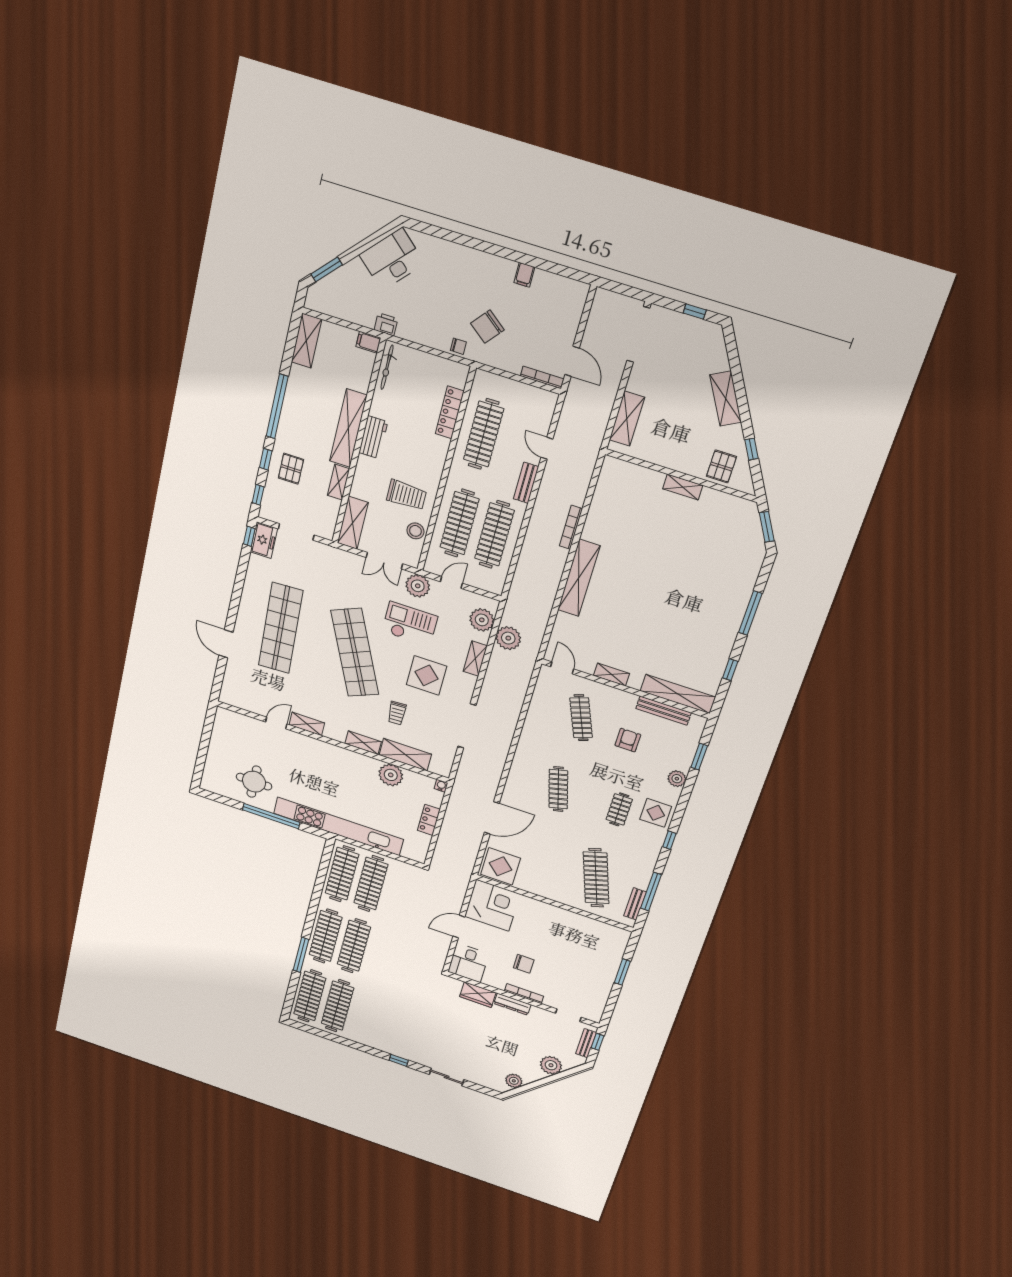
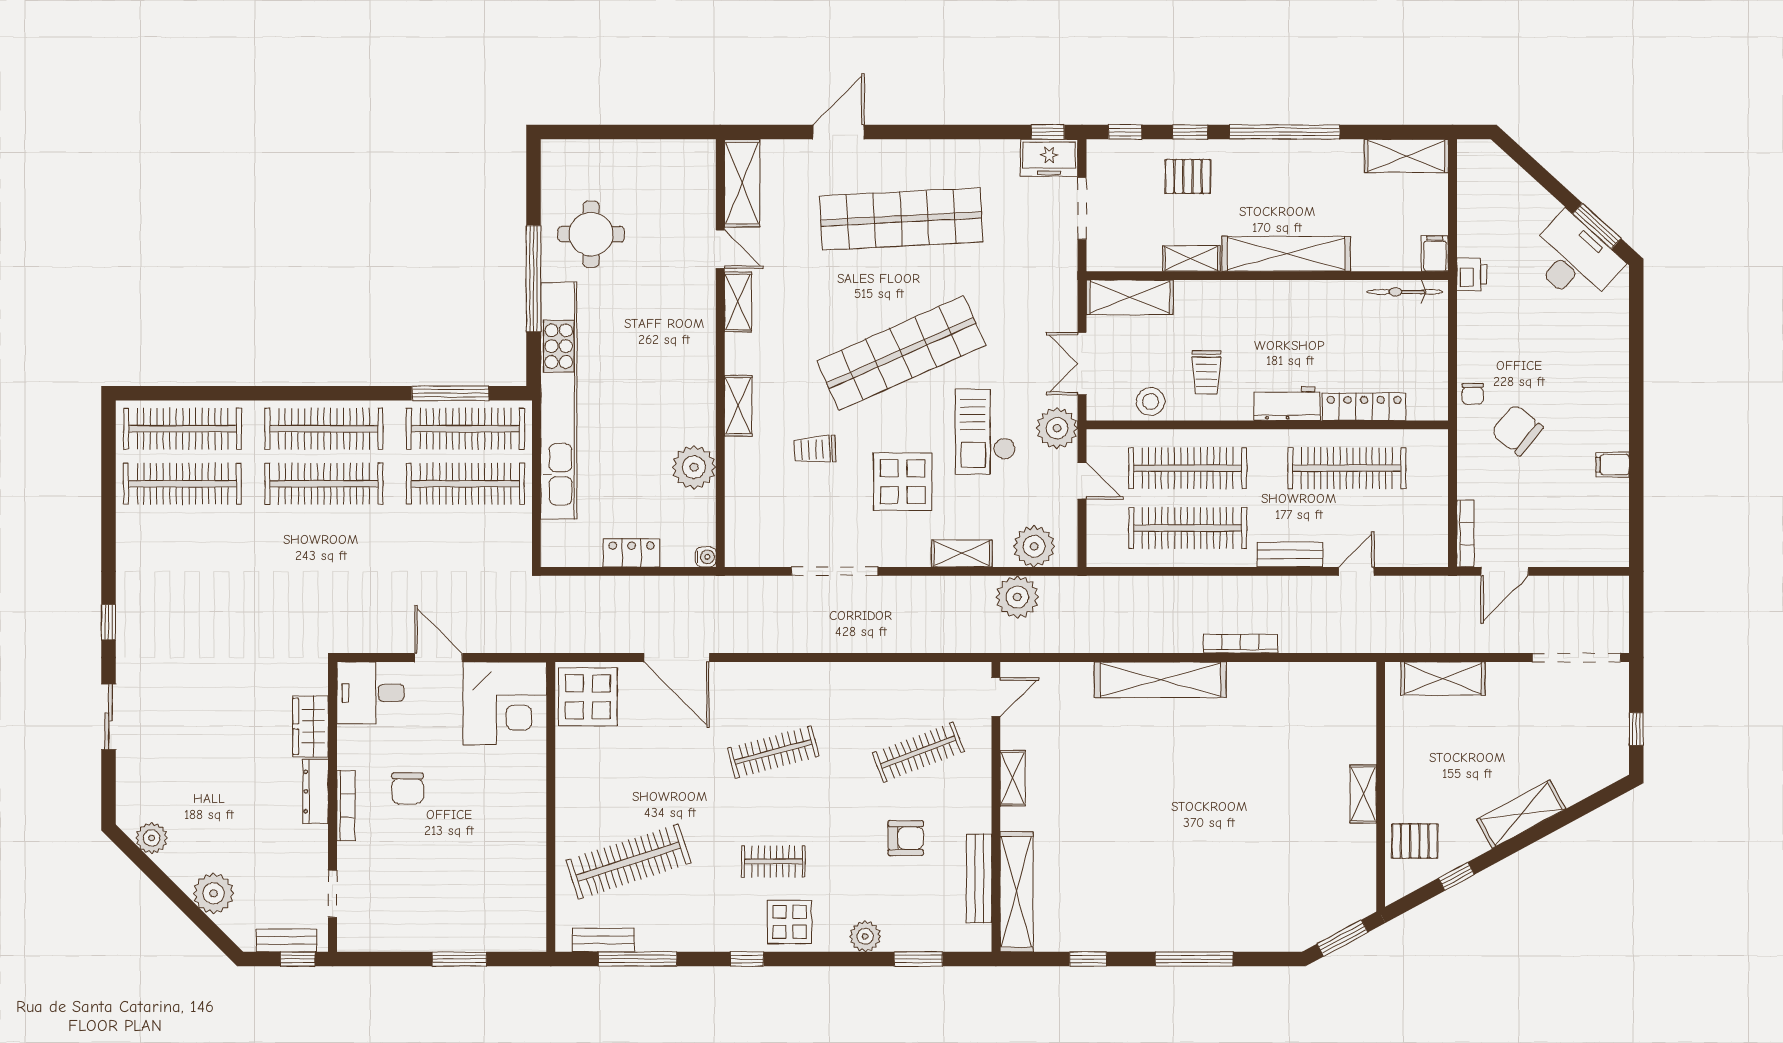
window: (327, 269) -> (1597, 226), moved
workbench: (373, 437) -> (1287, 404), moved, turned 180
trolley: (407, 495) -> (1206, 372), width x0.73, depth x0.72
checkout: (410, 624) -> (985, 432), turned 180
shelving: (405, 755) -> (742, 183), moved
window: (301, 955) -> (450, 393), moved

